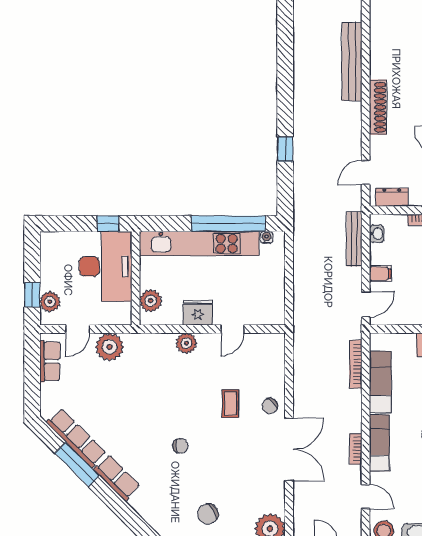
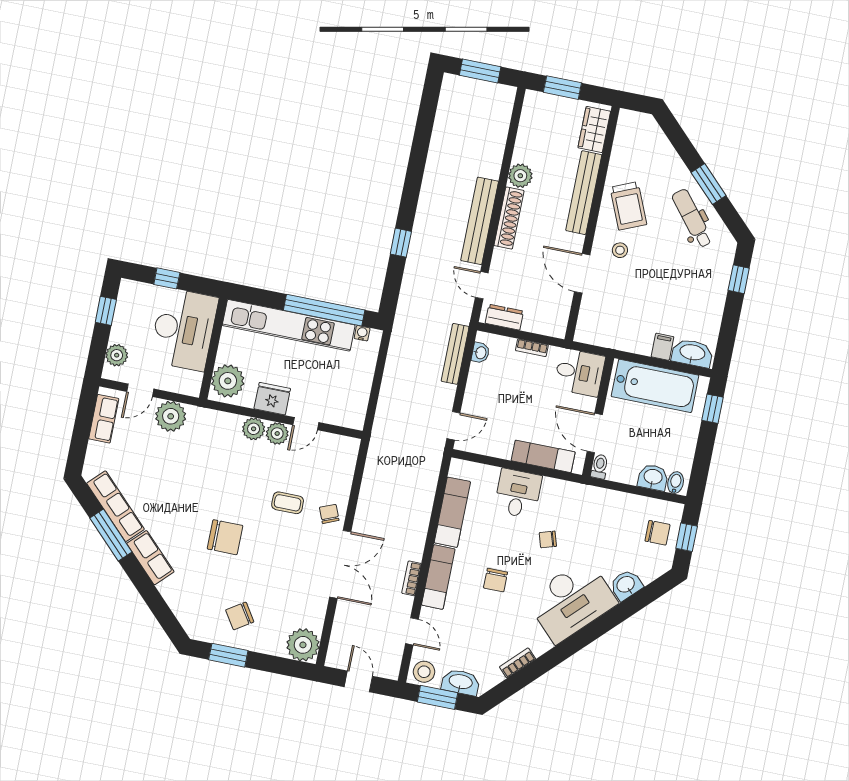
bench: (352, 62) -> (480, 221), moved
plant: (380, 67) -> (520, 176), added
door: (366, 173) -> (482, 285), hinge flipped
window: (108, 224) -> (167, 278), moved
filing cabinet: (380, 274) -> (476, 396), removed
window: (32, 295) -> (106, 311), moved
plant: (151, 301) -> (228, 381), width x1.36, depth x1.36
plant: (209, 343) -> (277, 433), added
bookcase: (356, 364) -> (430, 488), removed
coffee table: (230, 404) -> (288, 503), turned 90
chair: (270, 406) -> (329, 514), turned 114
chair: (180, 446) -> (225, 537), width x1.87, depth x1.87

